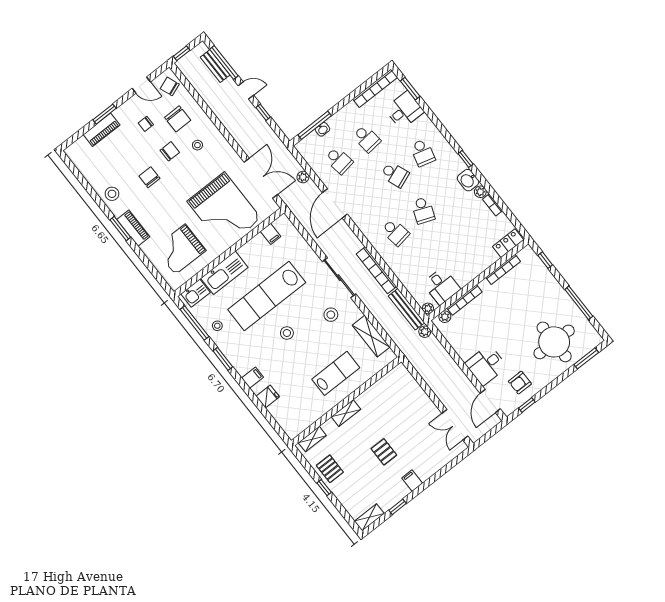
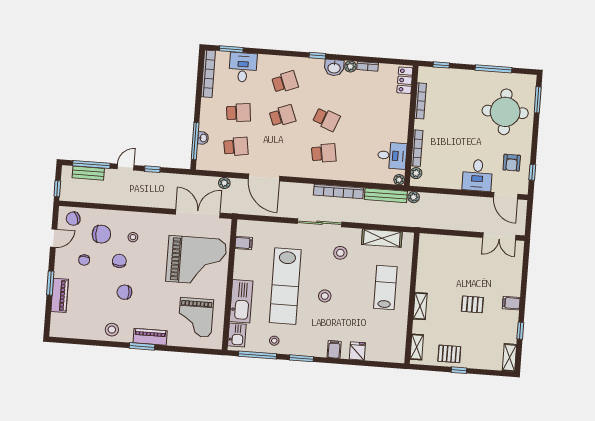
school desk: (423, 153) -> (285, 82), turned -36

